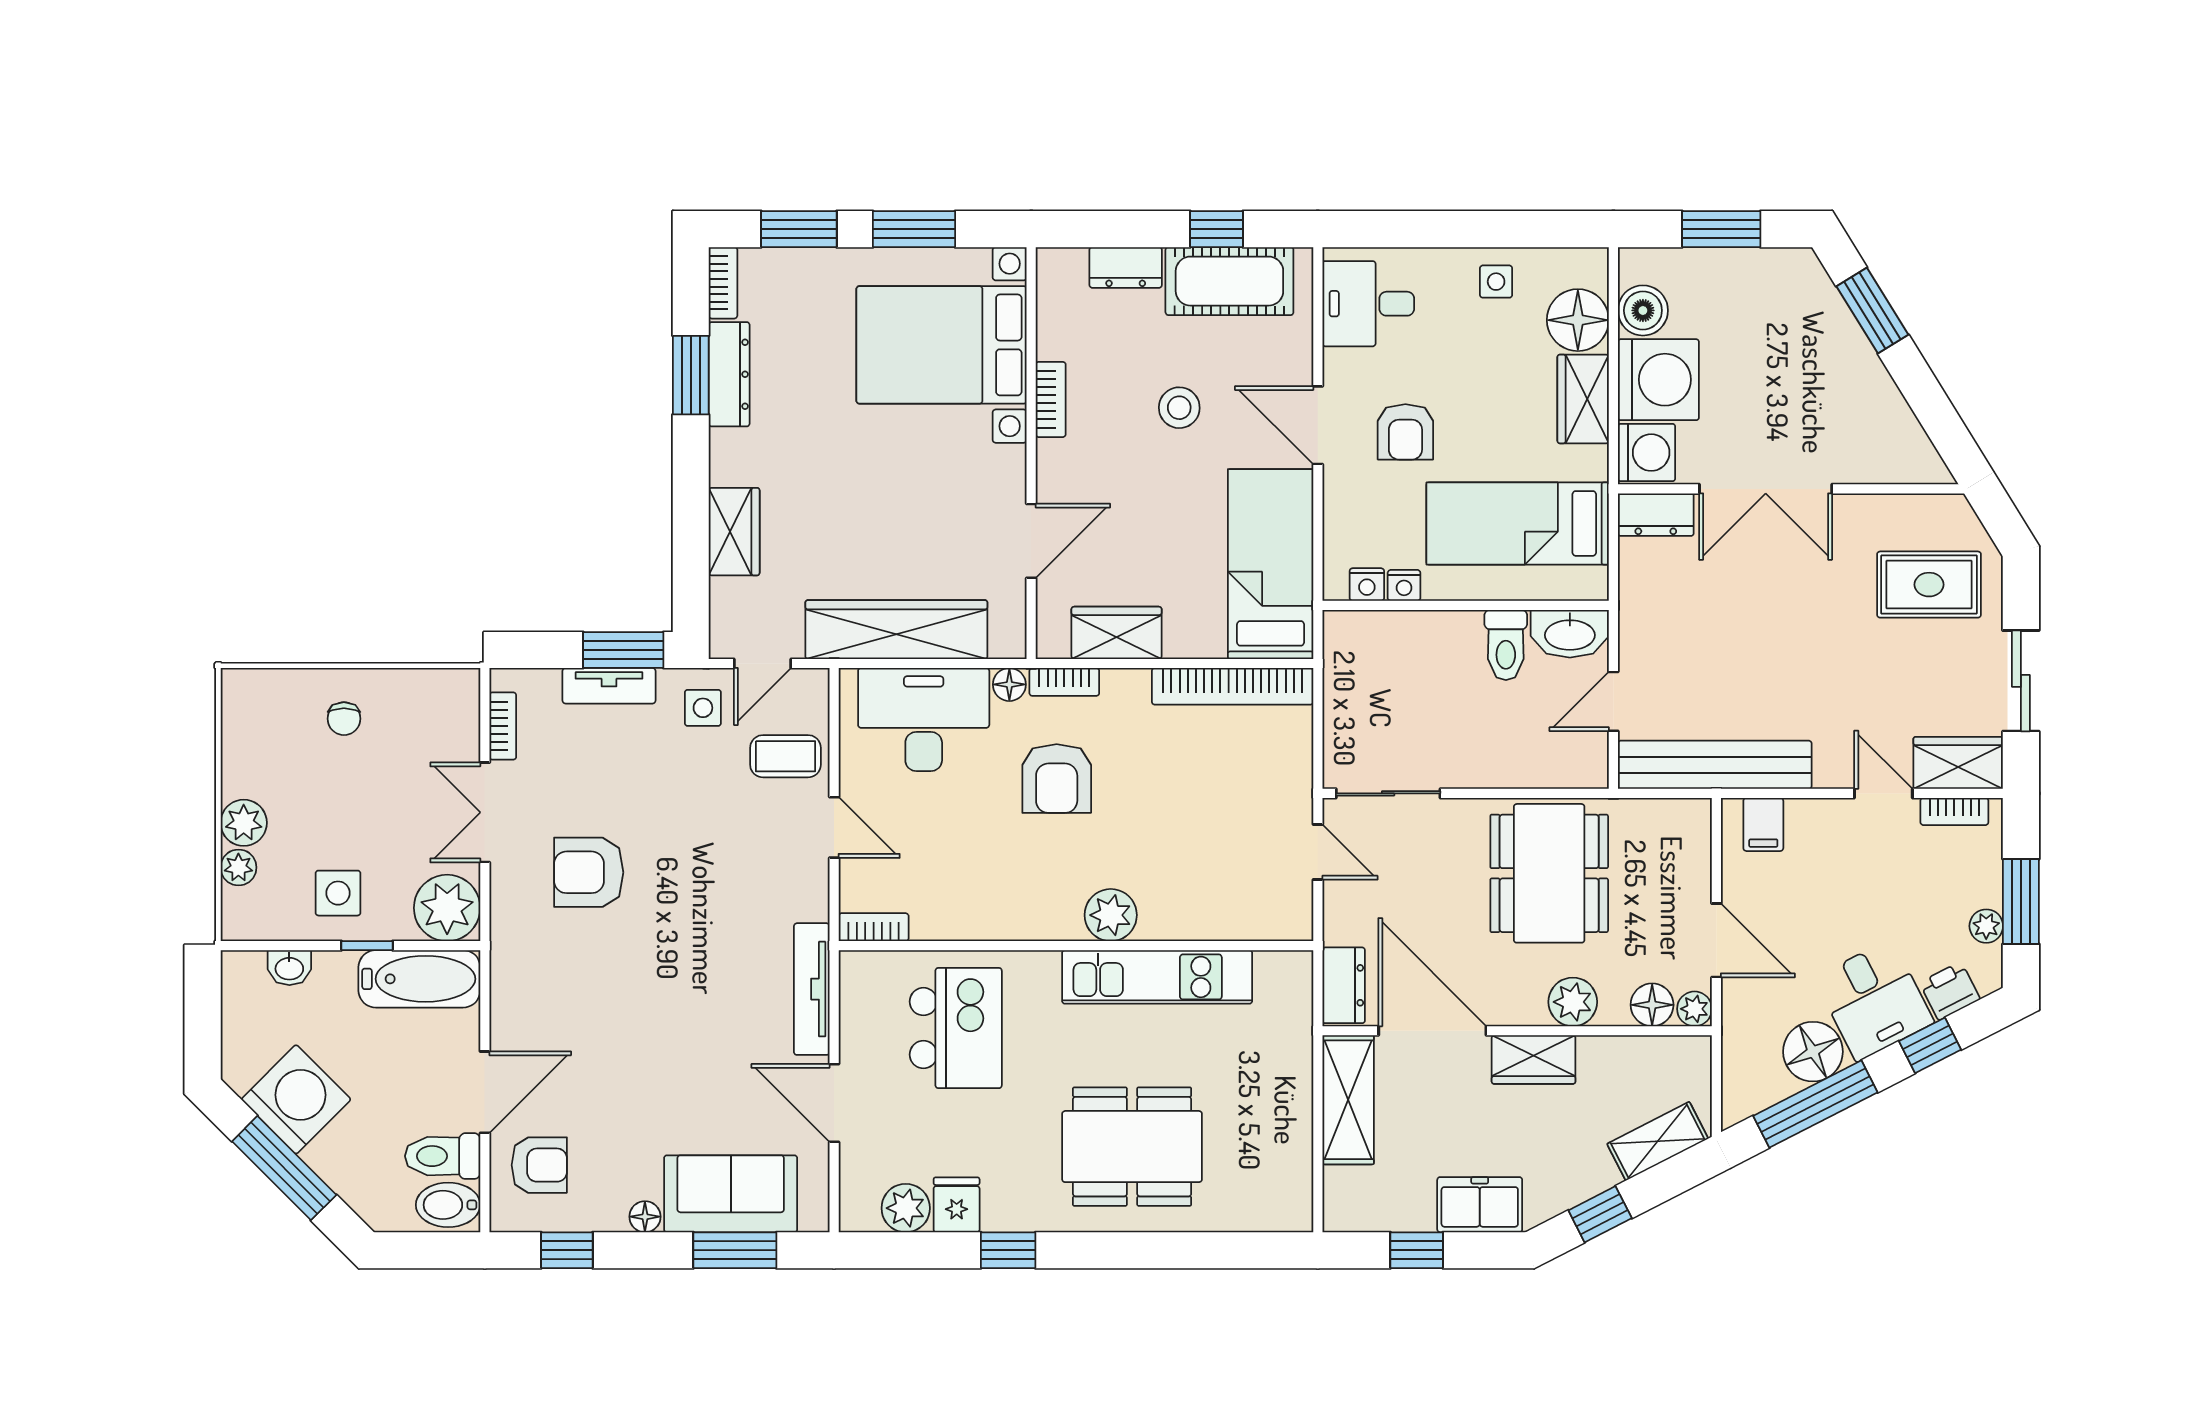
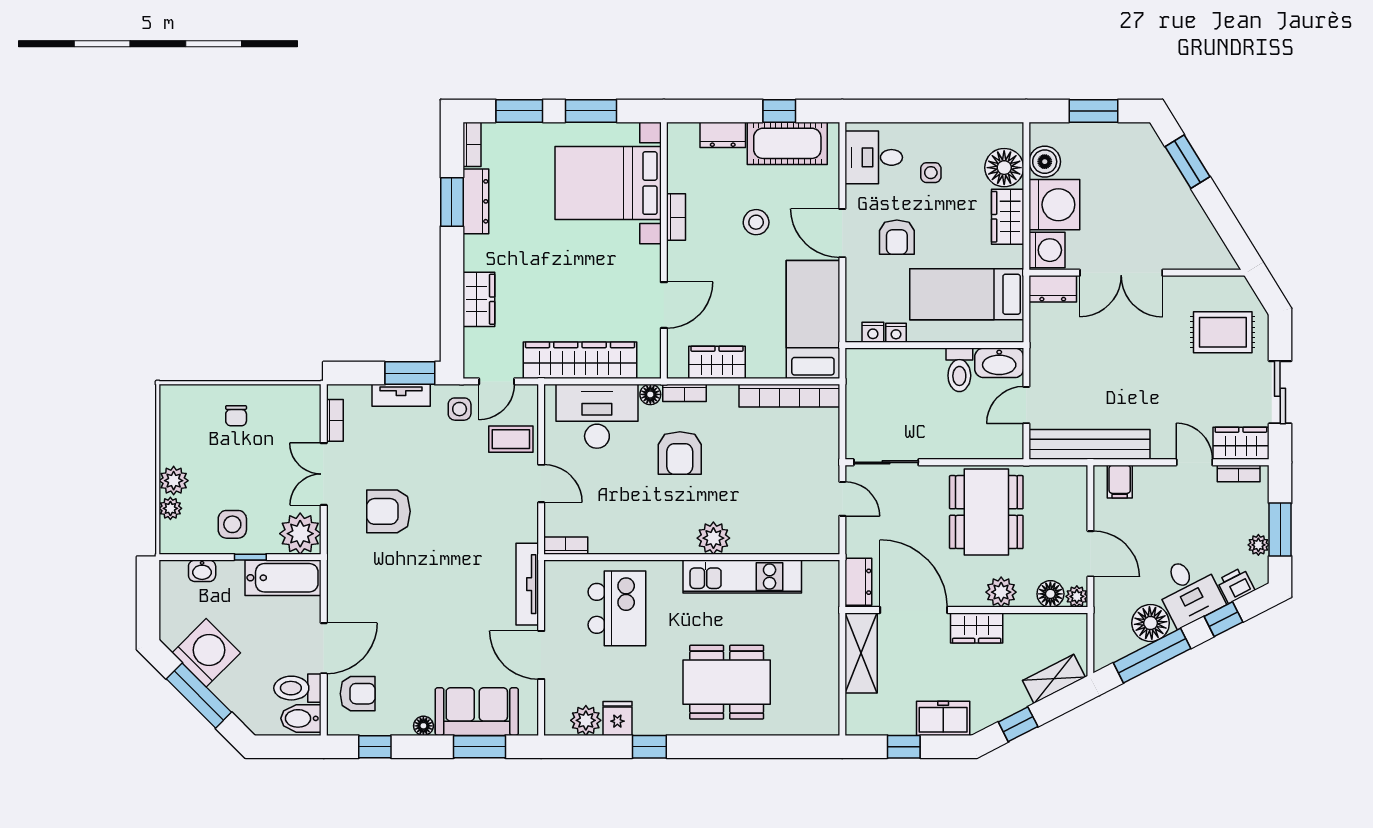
side table: (1496, 282) -> (931, 173), moved

